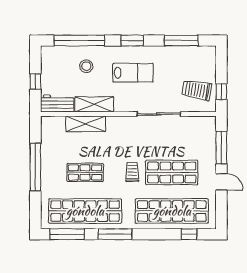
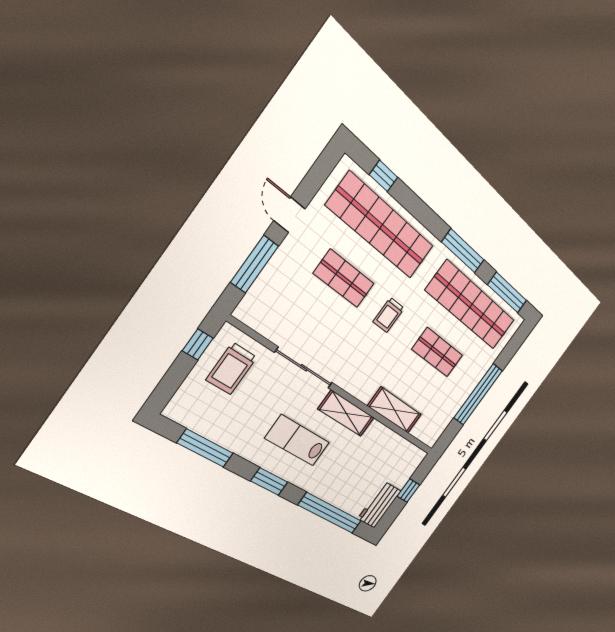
stool: (86, 66) -> (344, 479), removed
trolley: (197, 90) -> (232, 368), turned 80
workbench: (57, 103) -> (379, 505), moved, turned 90
shelving: (94, 104) -> (346, 413), moved
shop shelf: (172, 172) -> (344, 279), width x0.70, depth x0.74

